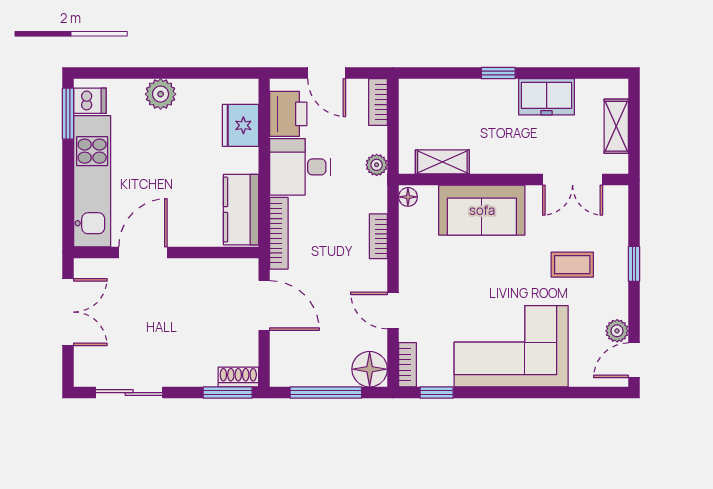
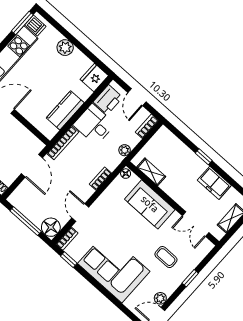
fridge: (240, 125) -> (94, 77), moved
kitchen counter: (241, 210) -> (65, 110), moved

